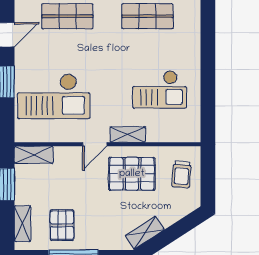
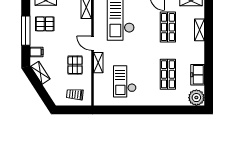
pallet: (132, 174) -> (75, 65), width x0.67, depth x0.71
filing cabinet: (110, 239) -> (37, 52), added

